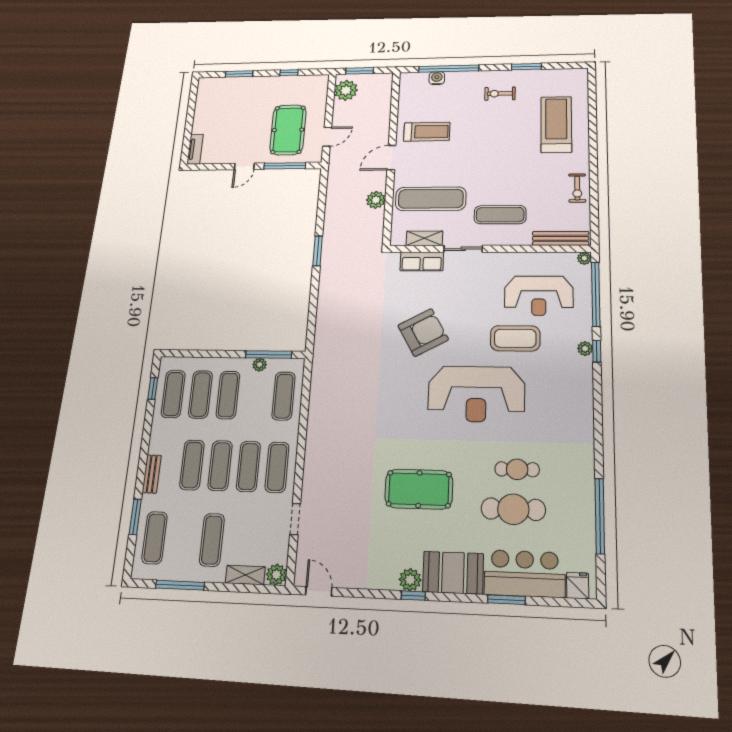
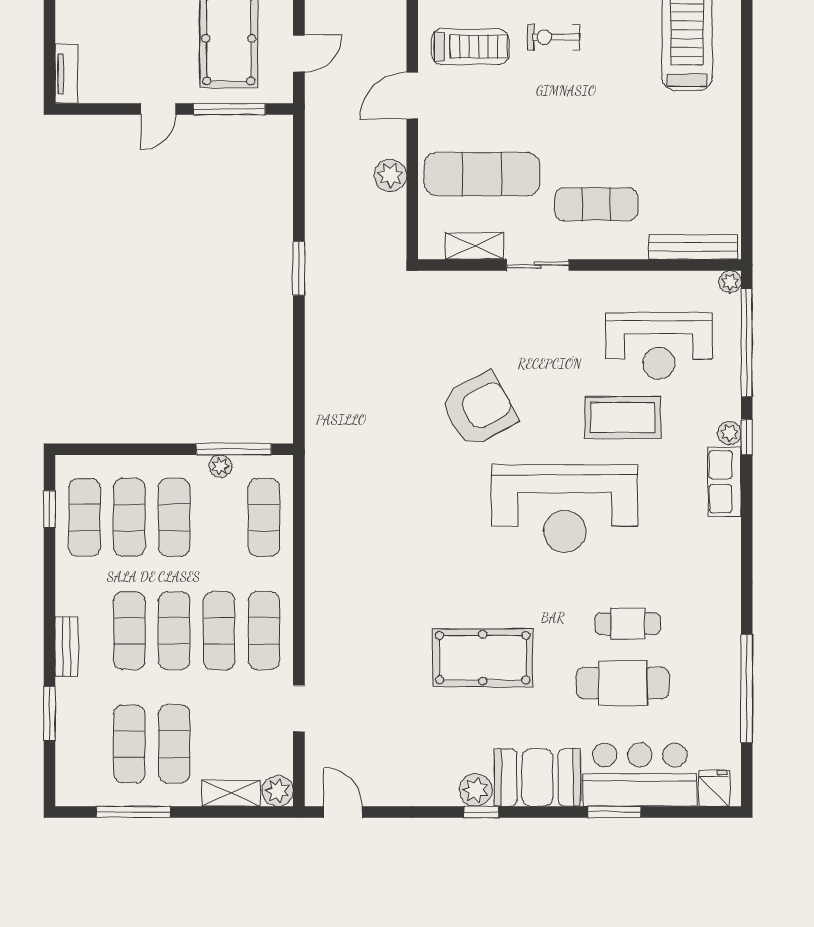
exercise bike: (577, 188) -> (553, 37), moved, turned 90
row of seats: (422, 261) -> (725, 482), moved, turned 90
exercise mat: (155, 538) -> (129, 744), moved

